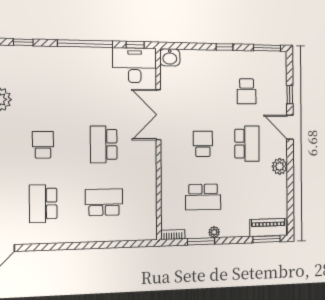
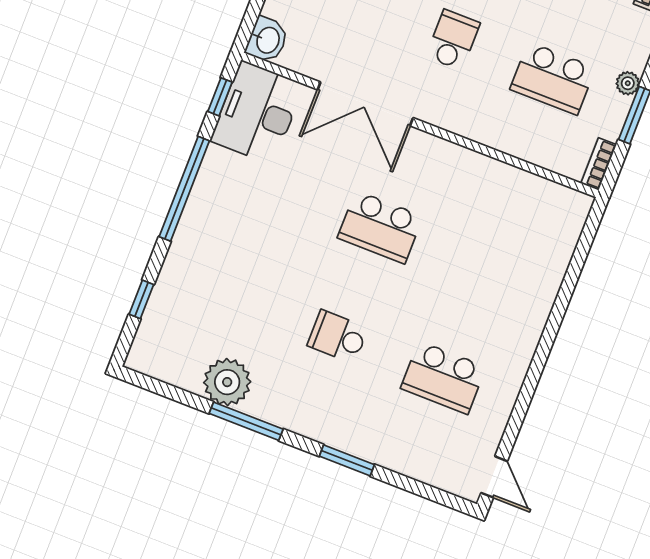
school desk: (203, 144) -> (453, 40), turned 90
school desk: (203, 197) -> (553, 78), turned 90
school desk: (104, 202) -> (486, 268), removed

